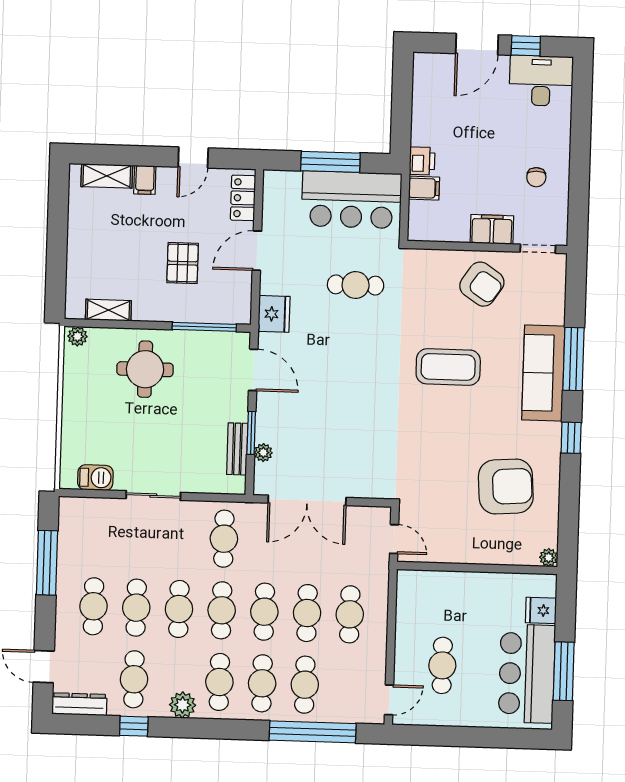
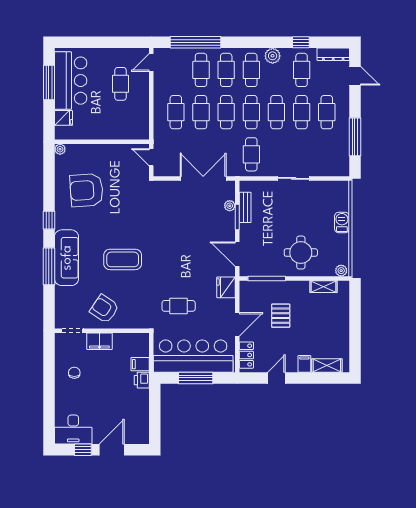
bar counter: (352, 200) -> (193, 356), width x1.36
barbecue: (95, 478) -> (342, 223), moved, turned 90

